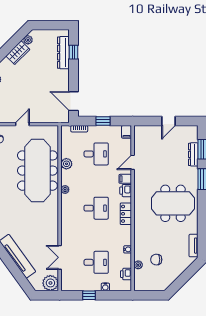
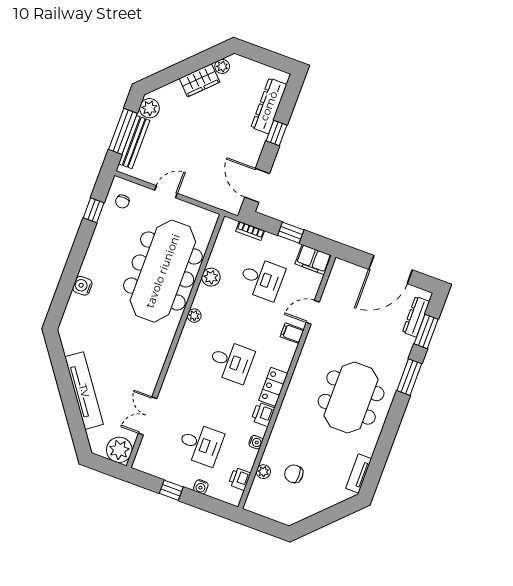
window: (74, 52) -> (276, 133), moved
door: (168, 121) -> (391, 270), width x1.87
filing cabinet: (127, 132) -> (313, 260), width x2.00
dresser: (193, 154) -> (416, 317), moved
printer: (126, 191) -> (263, 414), moved
meeting table: (173, 203) -> (351, 398), turned 90

